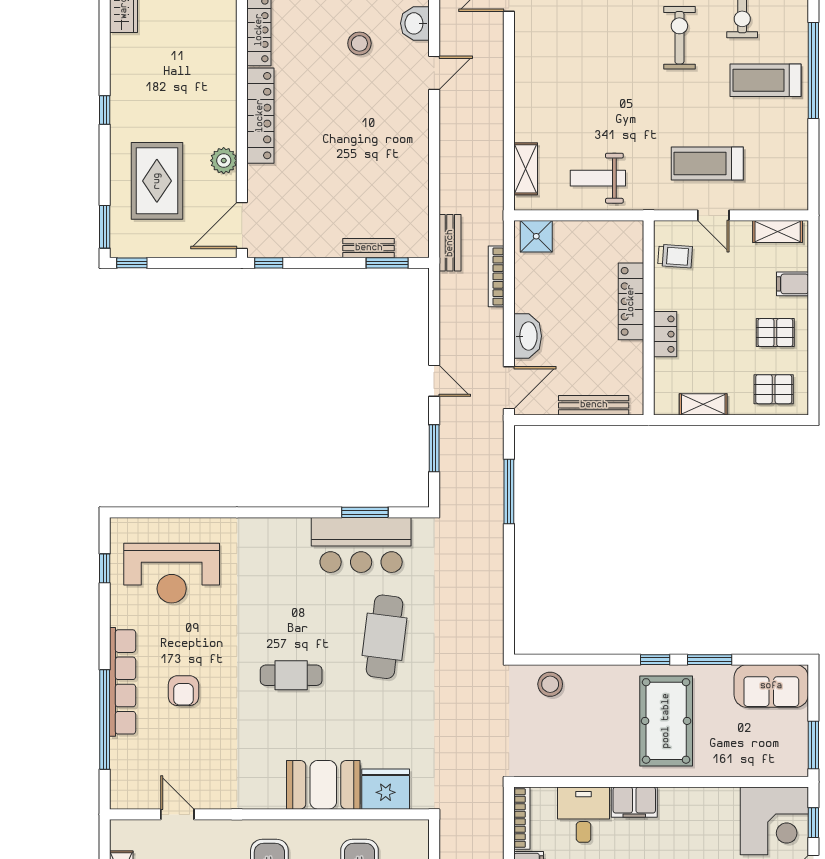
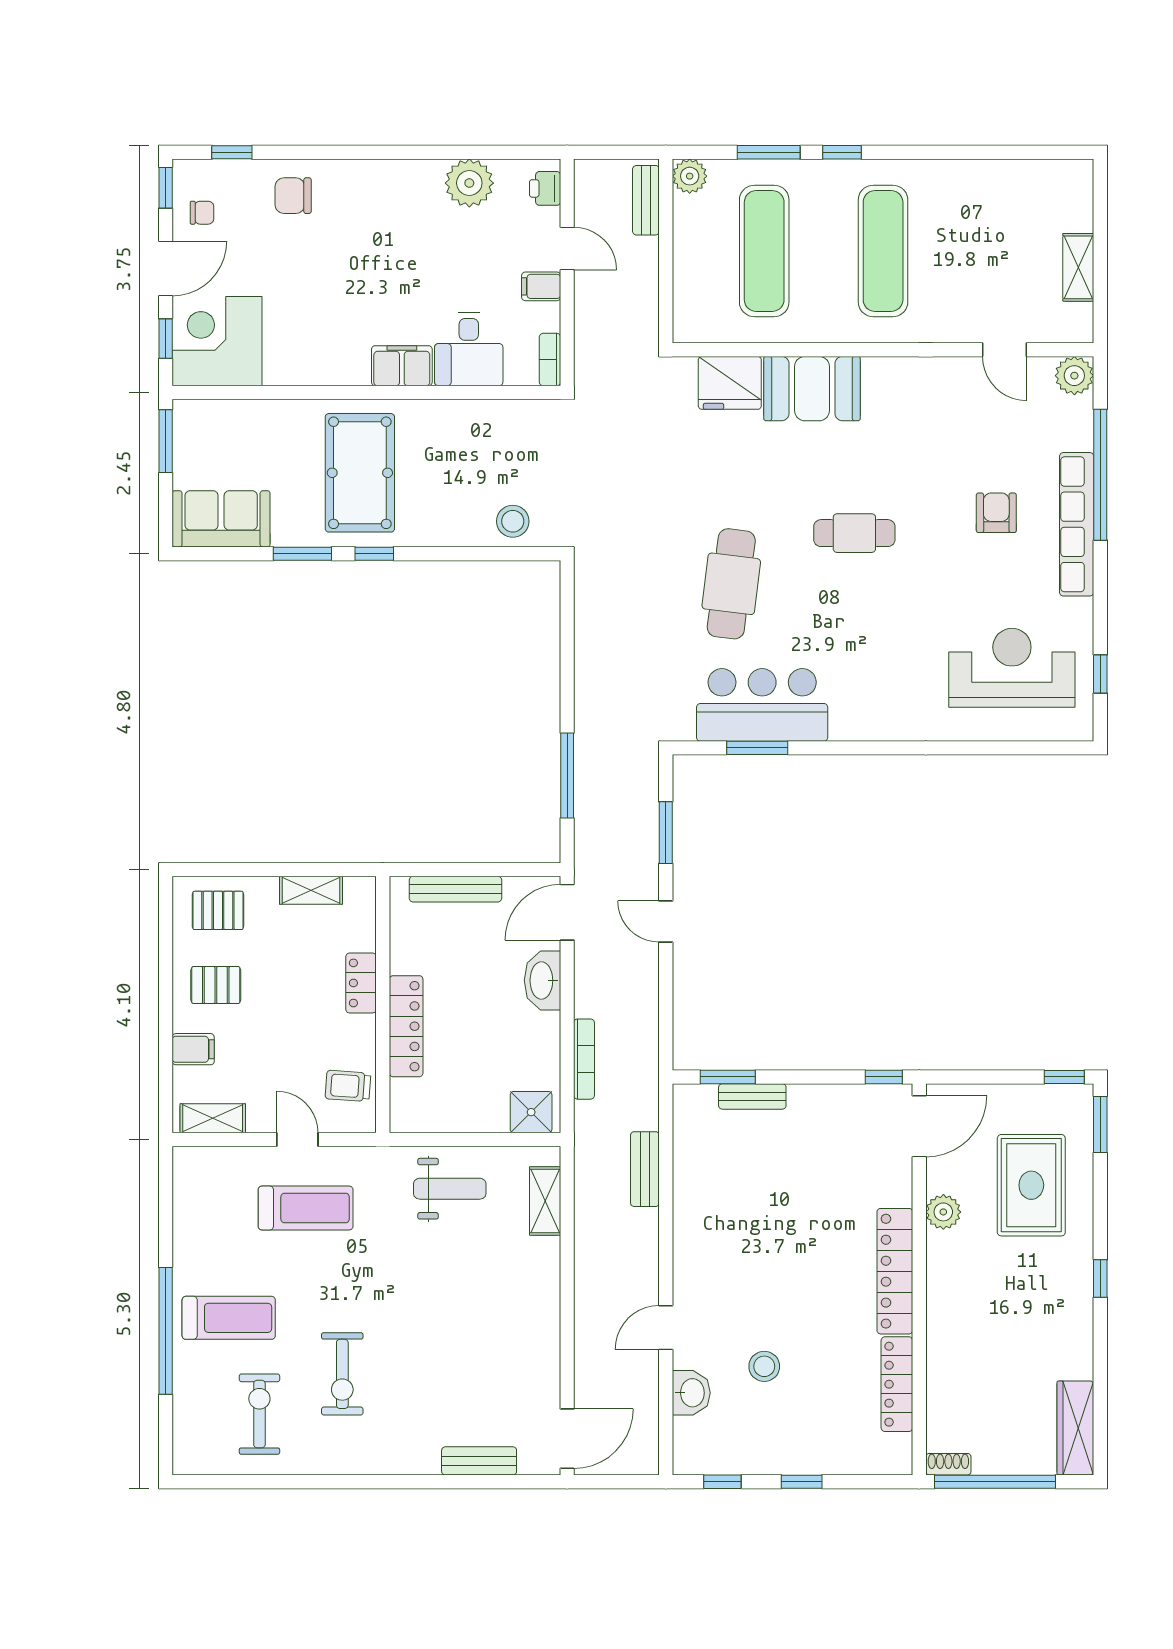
bench: (450, 243) -> (645, 1169), moved
plant: (124, 795) -> (1074, 376), added
bookcase: (522, 818) -> (550, 360), width x0.64

